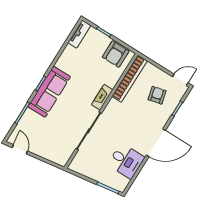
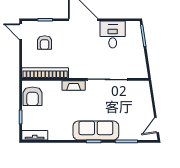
armchair: (116, 54) -> (32, 96), turned 90
armchair: (157, 95) -> (45, 43), turned -76

